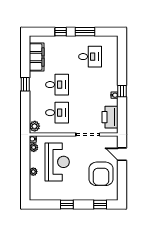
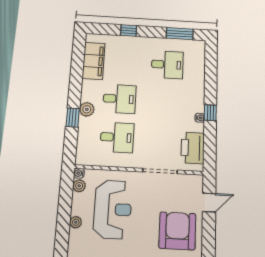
window: (85, 32) -> (180, 34), moved
window: (25, 84) -> (73, 118), moved
plant: (35, 126) -> (87, 109), moved
door: (122, 154) -> (209, 203), swing flipped
armchair: (101, 174) -> (177, 231), turned 180

